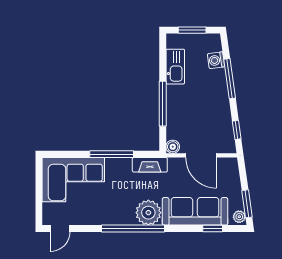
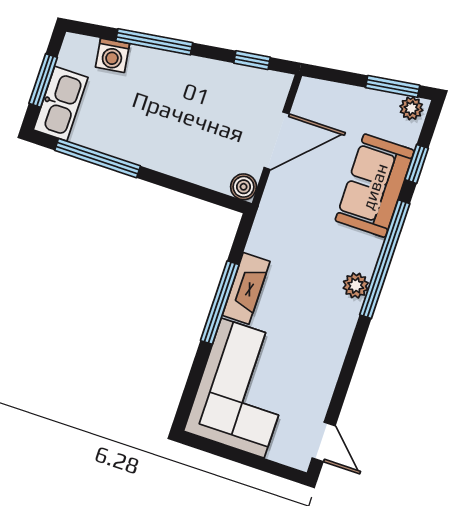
kitchen sink: (175, 67) -> (61, 104), moved, turned 90
window: (163, 104) -> (98, 158), moved
fireplace: (150, 165) -> (246, 288), moved
sofa: (195, 211) -> (375, 186), width x0.73
plant: (148, 213) -> (356, 286), width x0.53, depth x0.53
window: (133, 228) -> (385, 259), moved

